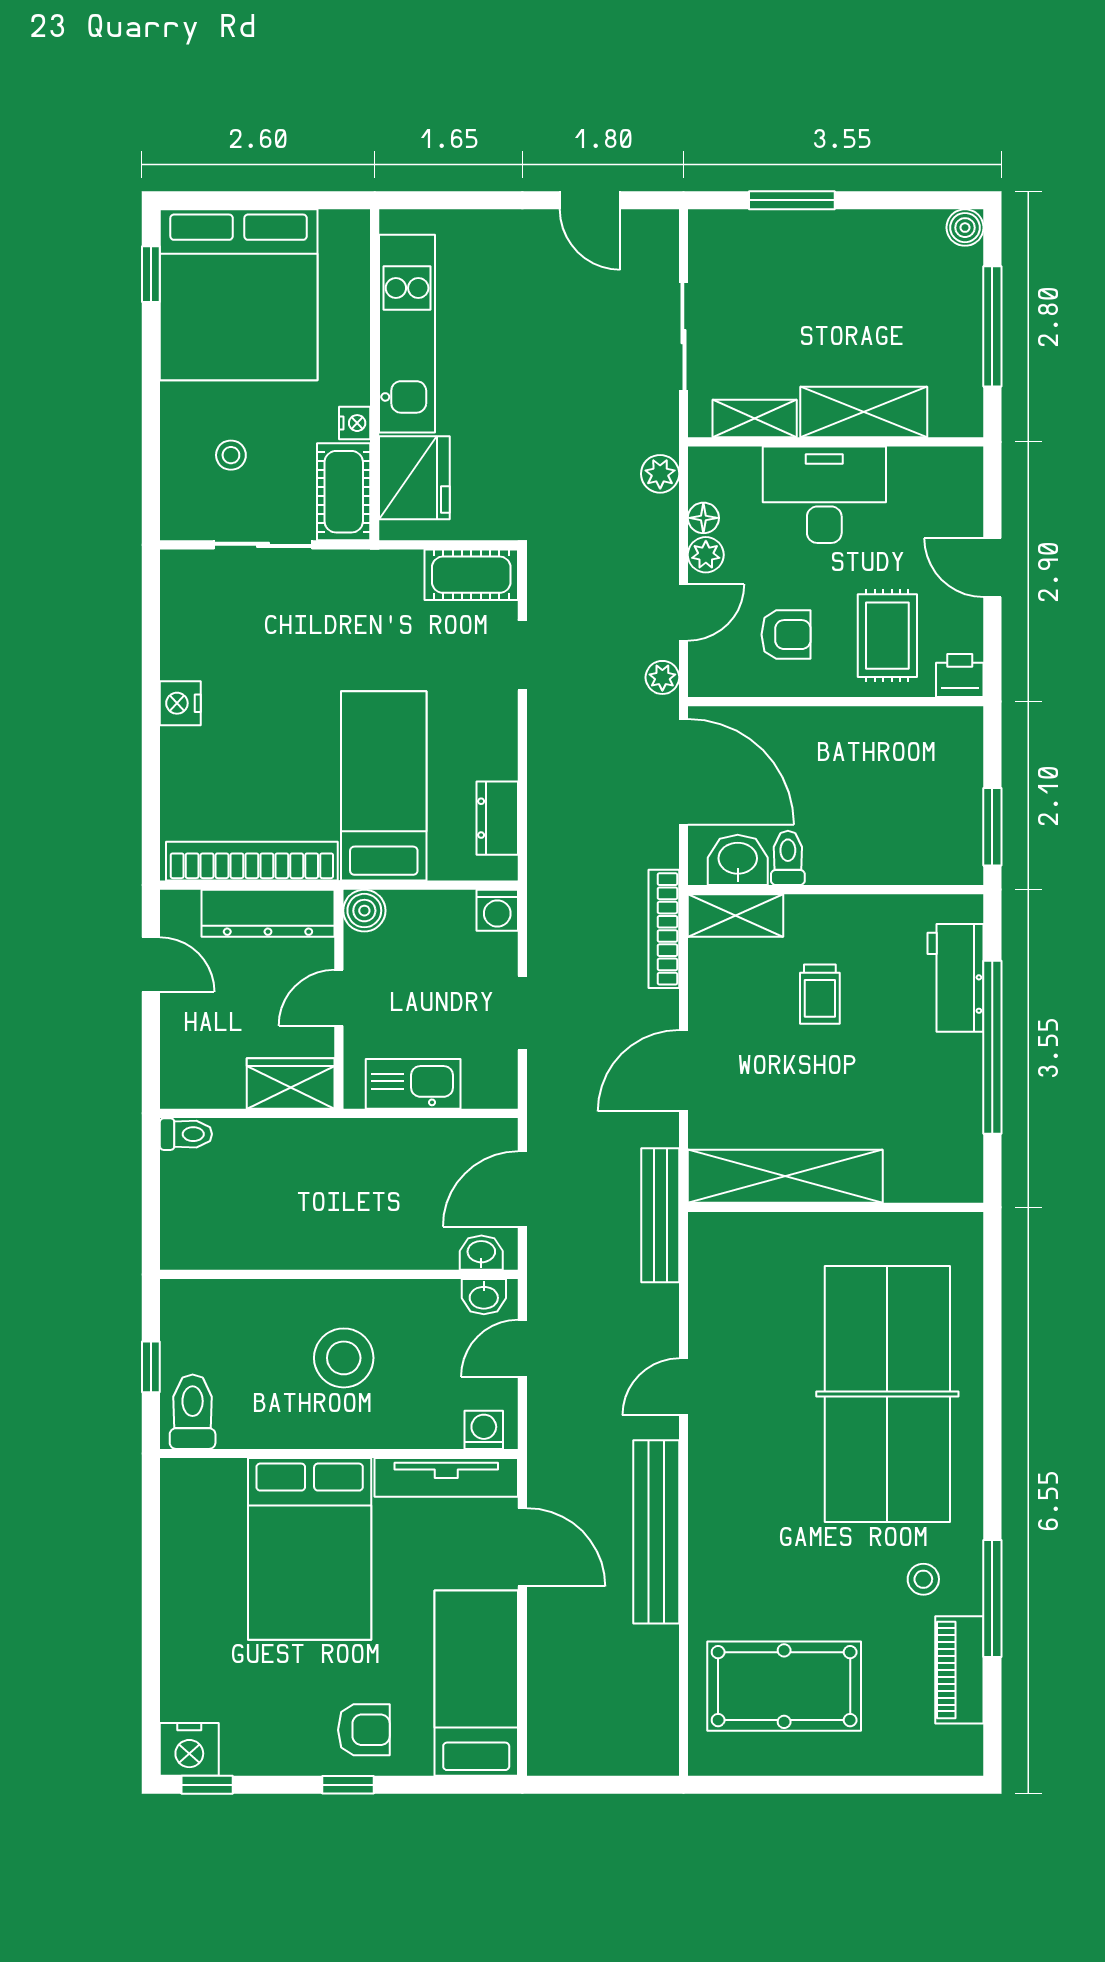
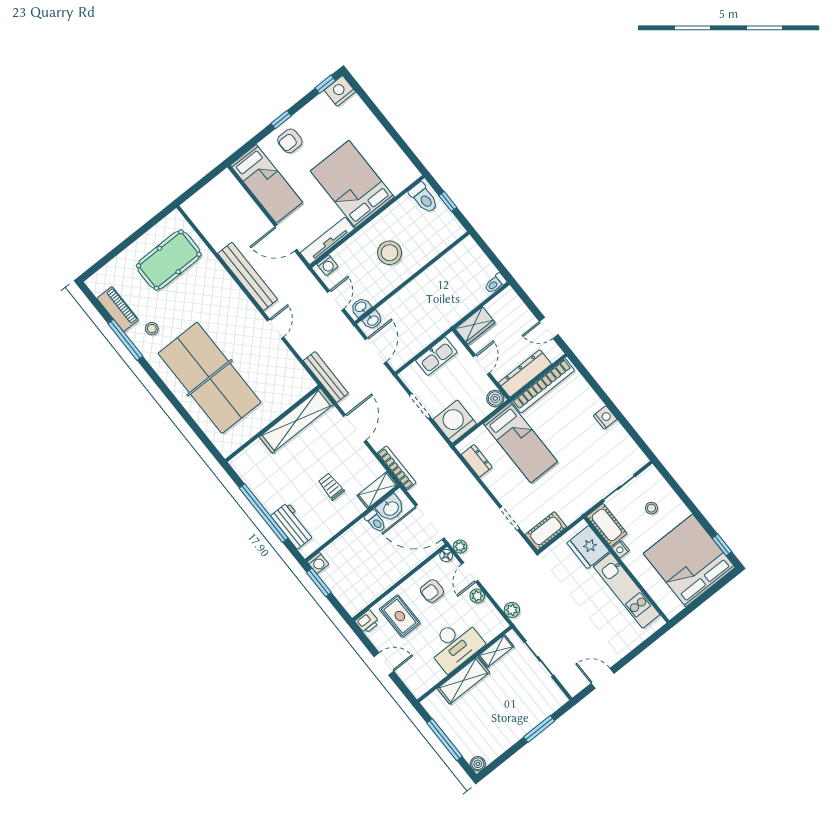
floor lamp: (703, 518) -> (446, 555), moved
washing machine: (964, 866) -> (318, 563), added
washing machine: (497, 910) -> (455, 422), width x1.89, depth x1.89

